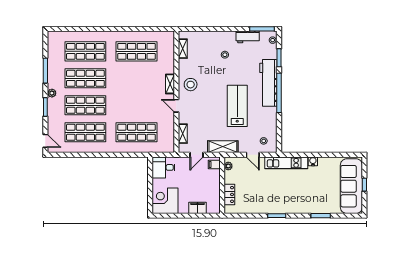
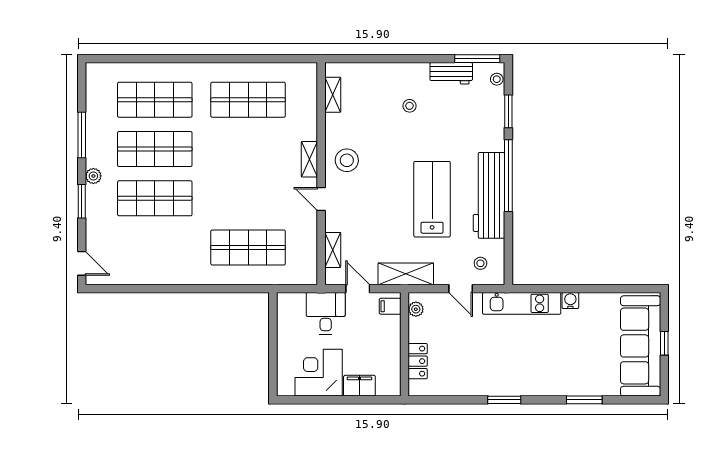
workbench: (268, 83) -> (489, 195), moved
shop shelf: (85, 132) -> (155, 247), removed
door: (197, 155) -> (358, 289), swing flipped
desk: (164, 167) -> (326, 313), moved, turned 90
corner desk: (165, 201) -> (319, 373), moved

